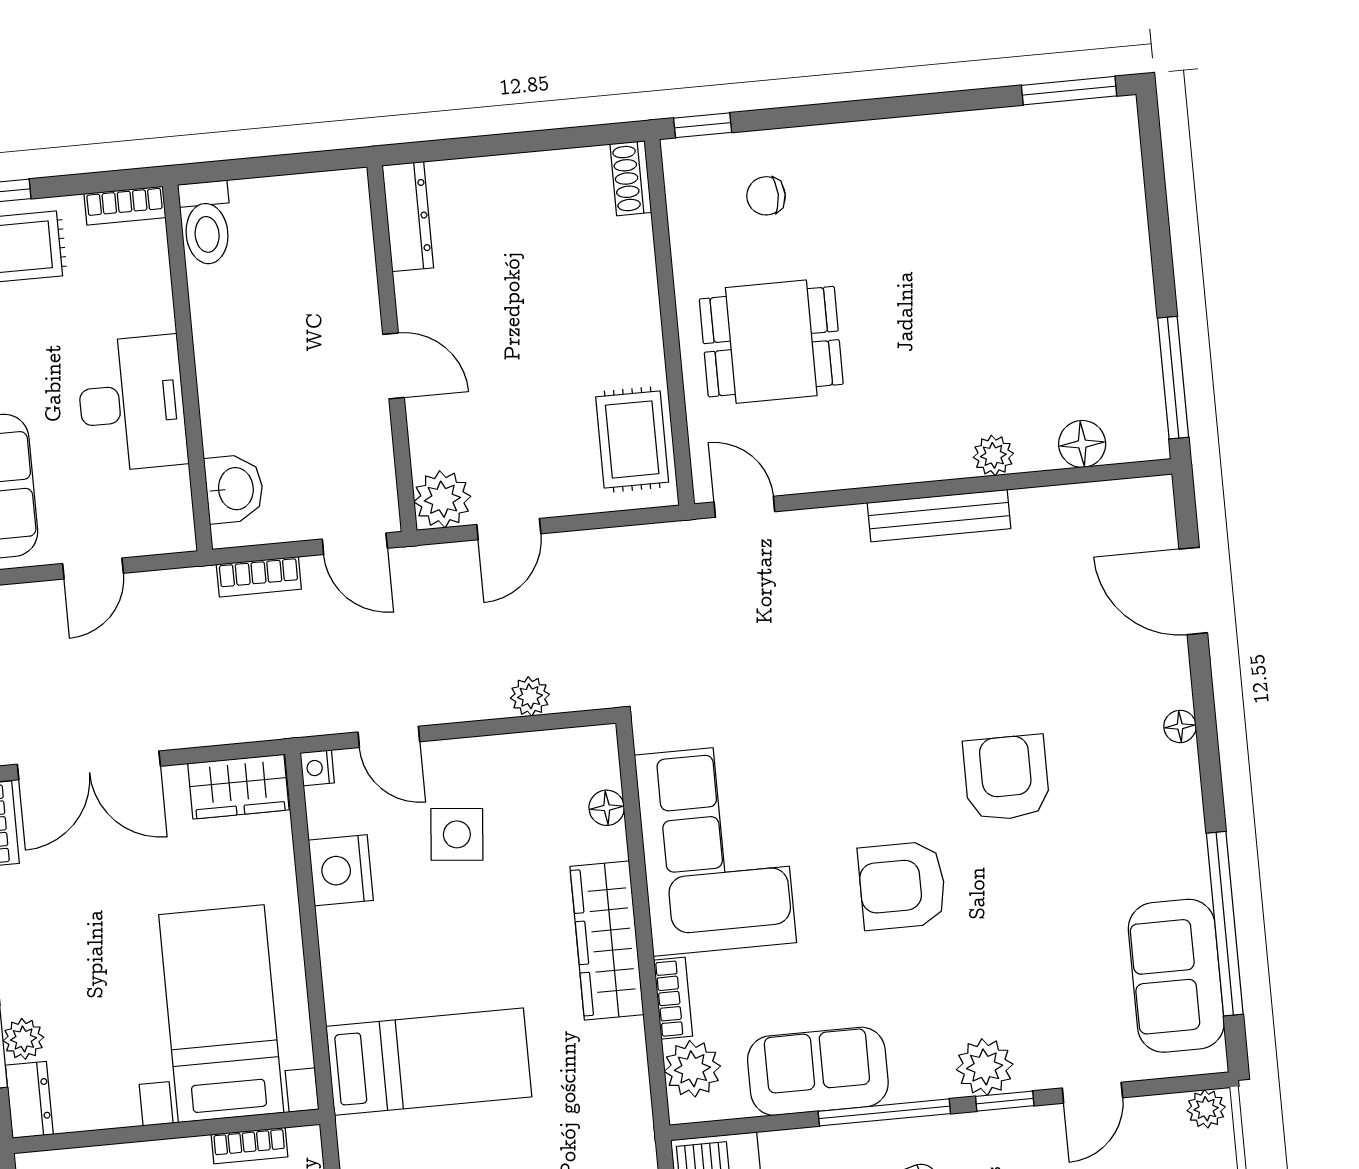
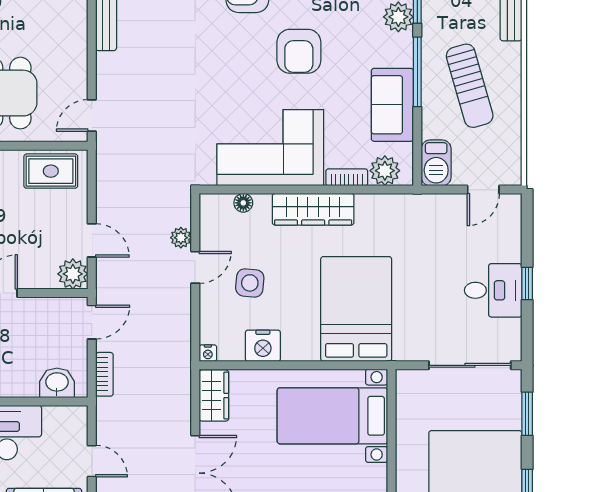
door: (389, 737) -> (195, 267), moved
bed: (429, 1062) -> (356, 309), width x1.50
bookcase: (249, 1146) -> (403, 407), removed

